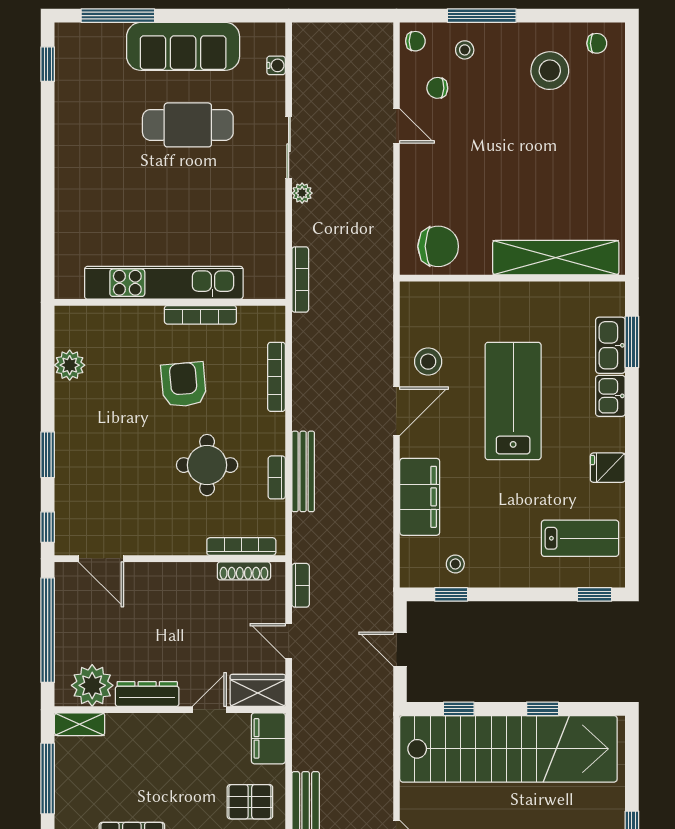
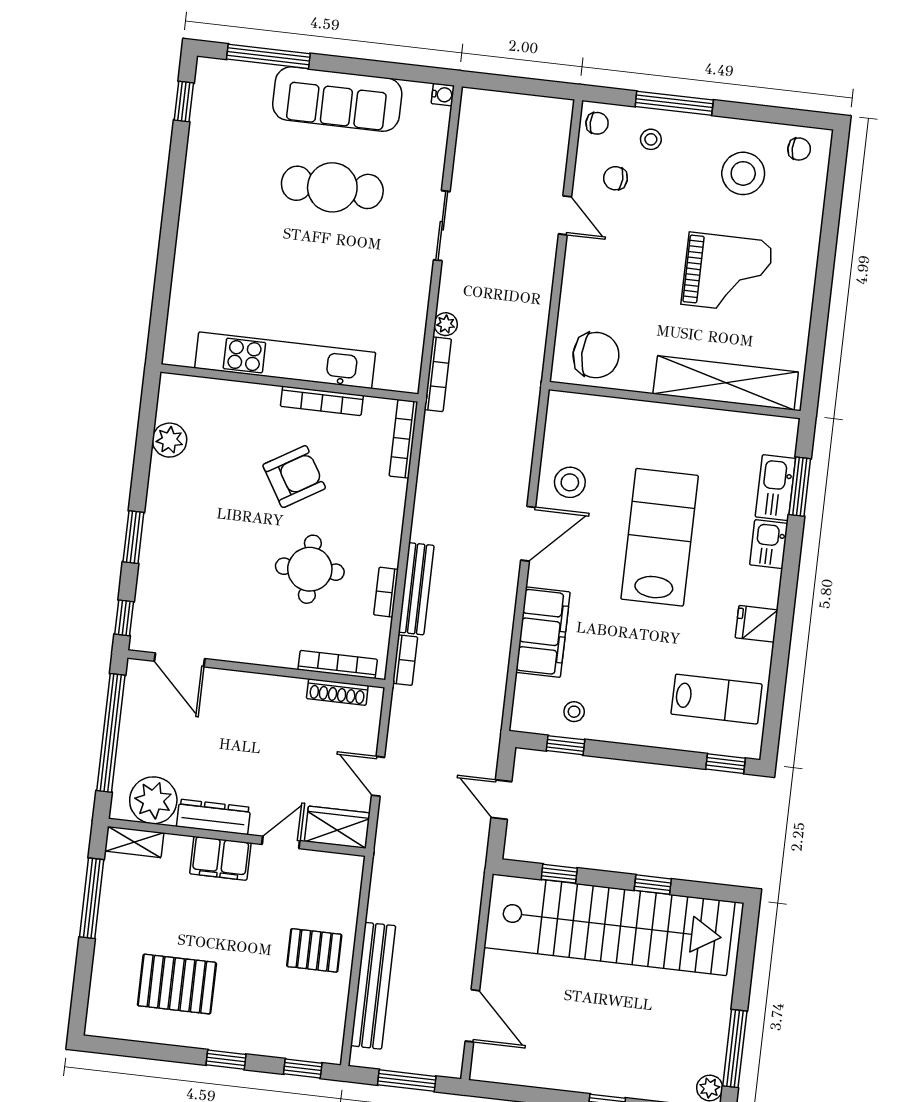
water cooler: (276, 65) -> (443, 95), moved
grand piano: (546, 160) -> (727, 273), added
plant: (302, 193) -> (446, 324), moved
bookcase: (277, 377) -> (404, 439), moved
armchair: (184, 385) -> (294, 477), turned 64
bookcase: (301, 585) -> (405, 660), moved
filing cabinet: (268, 738) -> (220, 858), moved, turned -90

